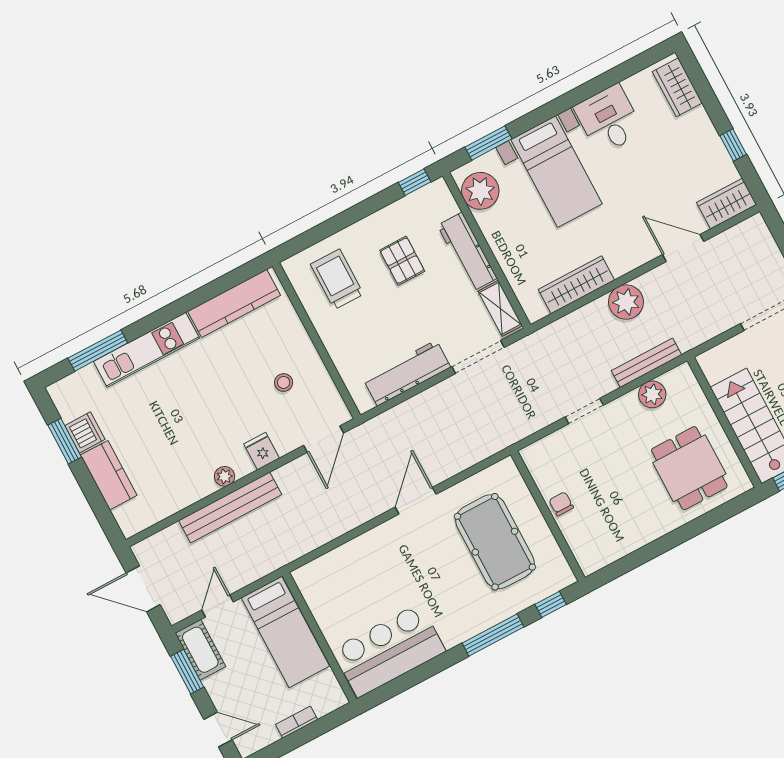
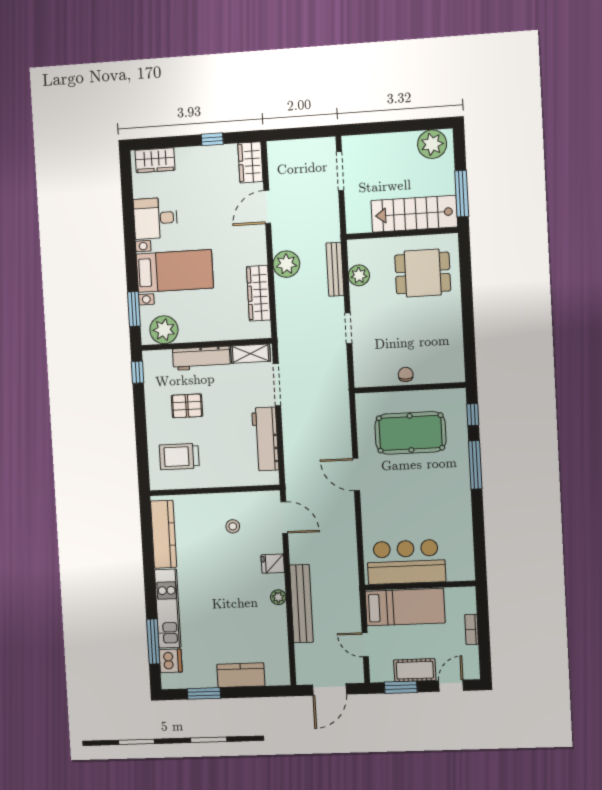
dishwasher: (85, 432) -> (171, 661), moved, turned 90
chair: (561, 504) -> (406, 374), turned 90
cot: (200, 650) -> (415, 670), moved
bar counter: (389, 650) -> (406, 562), moved, turned 90

